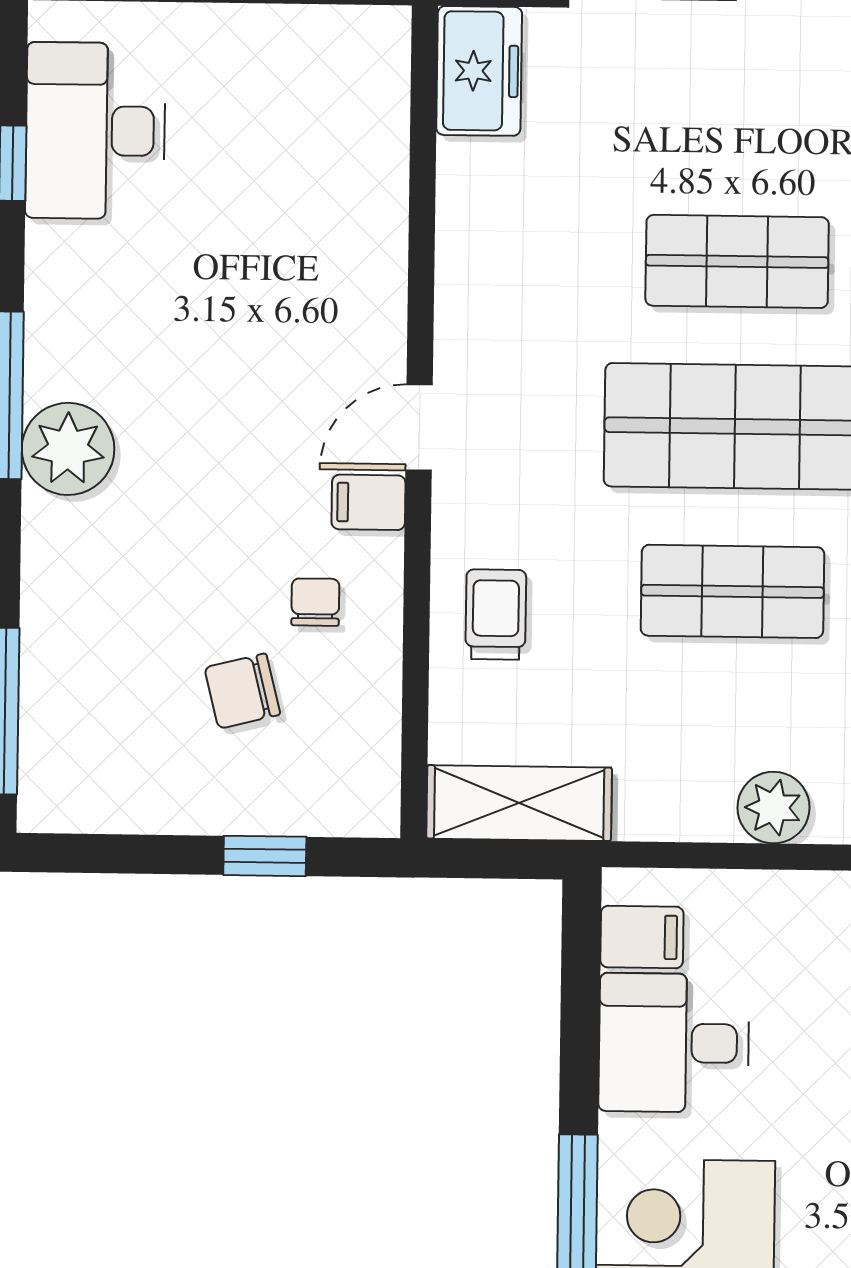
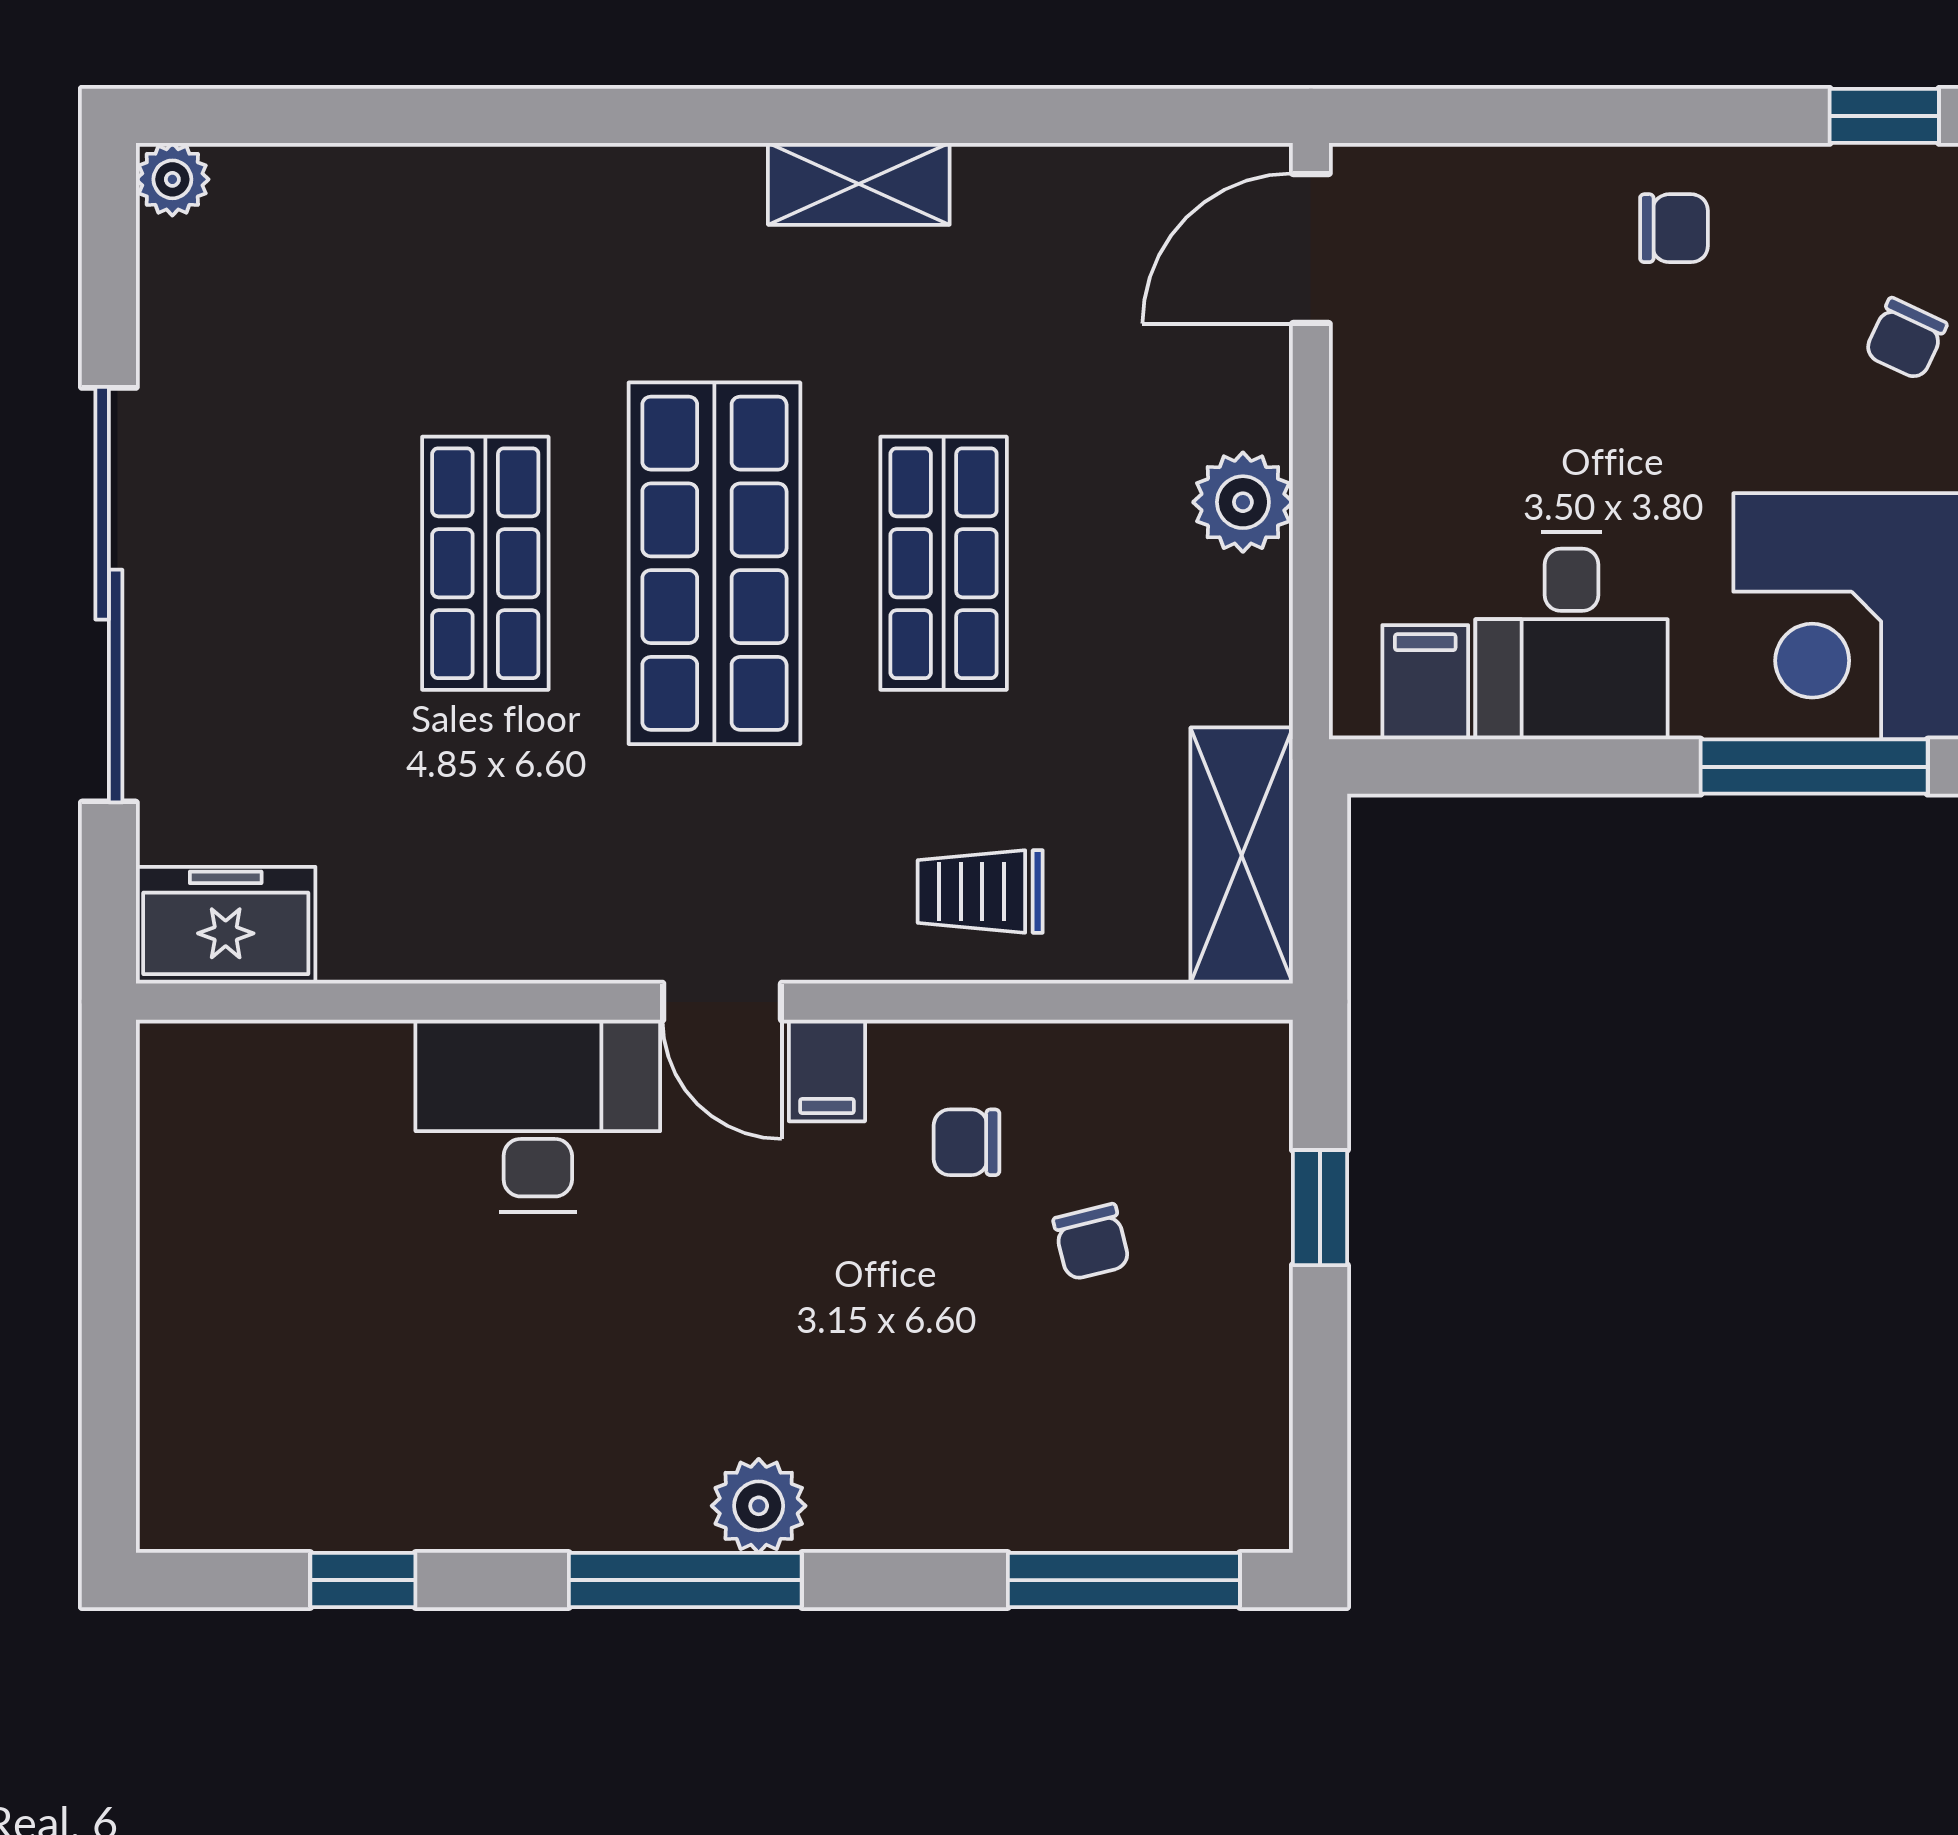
desk: (95, 131) -> (538, 1116), moved, turned 180
plant: (68, 449) -> (759, 1506), width x0.73, depth x0.73
chair: (242, 691) -> (1091, 1242), width x0.73, depth x0.73

